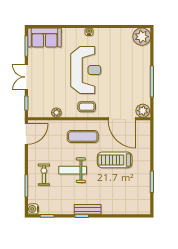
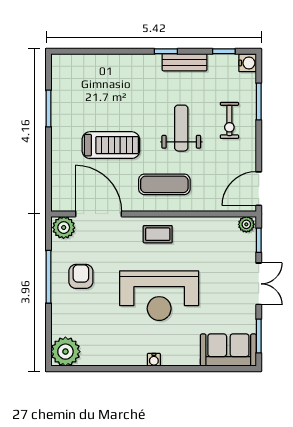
reception desk: (86, 70) -> (159, 296), turned -90
armchair: (133, 82) -> (81, 276), added
plant: (56, 113) -> (246, 224), moved
weight bench: (73, 170) -> (181, 128), turned -90
bench: (88, 209) -> (185, 62), moved

